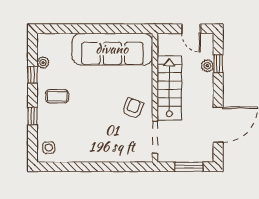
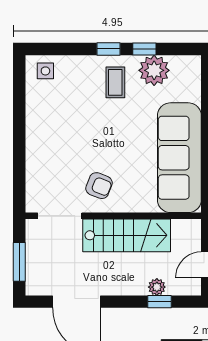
plant: (43, 63) -> (154, 70), width x1.87, depth x1.87
window: (32, 116) -> (109, 49), moved

